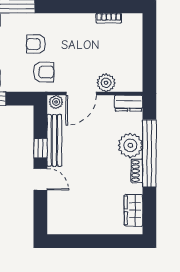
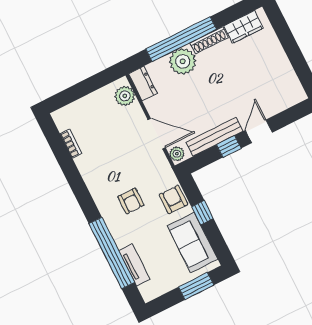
armchair: (43, 72) -> (173, 199), moved
plant: (106, 83) -> (125, 96), moved
shoe rack: (137, 171) -> (209, 40), width x1.43

